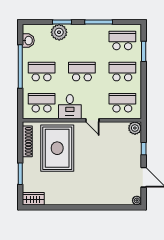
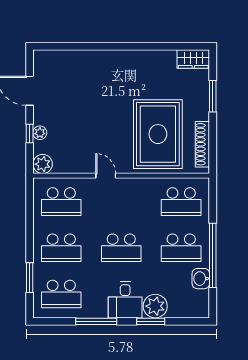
washbasin: (28, 41) -> (201, 279), moved
desk: (70, 107) -> (125, 300), moved, turned 180
plant: (137, 200) -> (40, 133), moved

